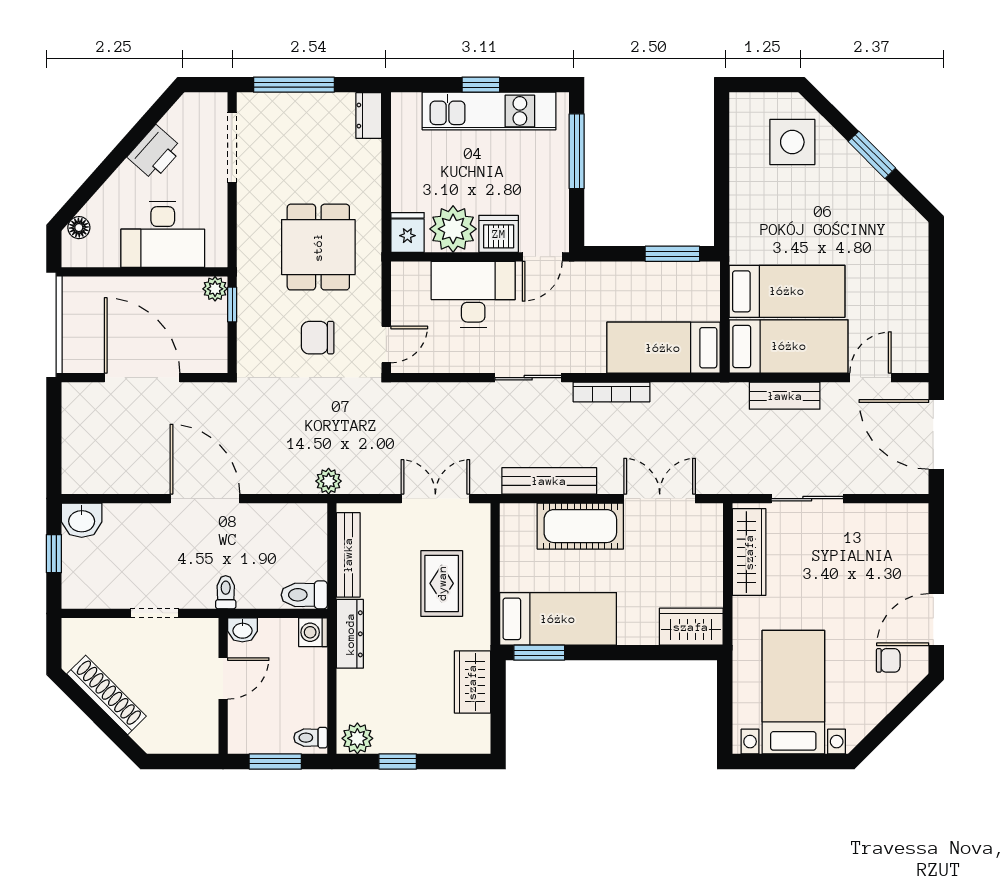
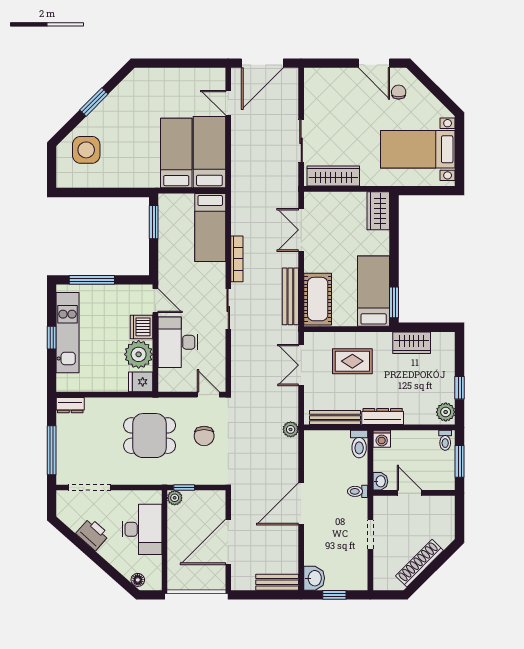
bench: (785, 396) -> (277, 582), moved, turned 90
cot: (580, 526) -> (318, 299), moved

